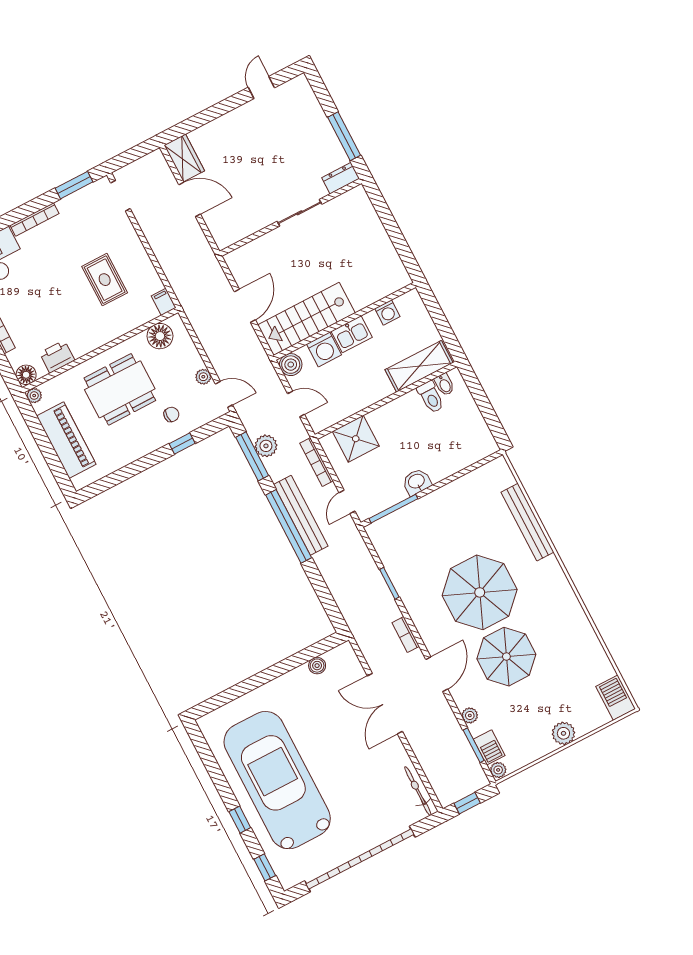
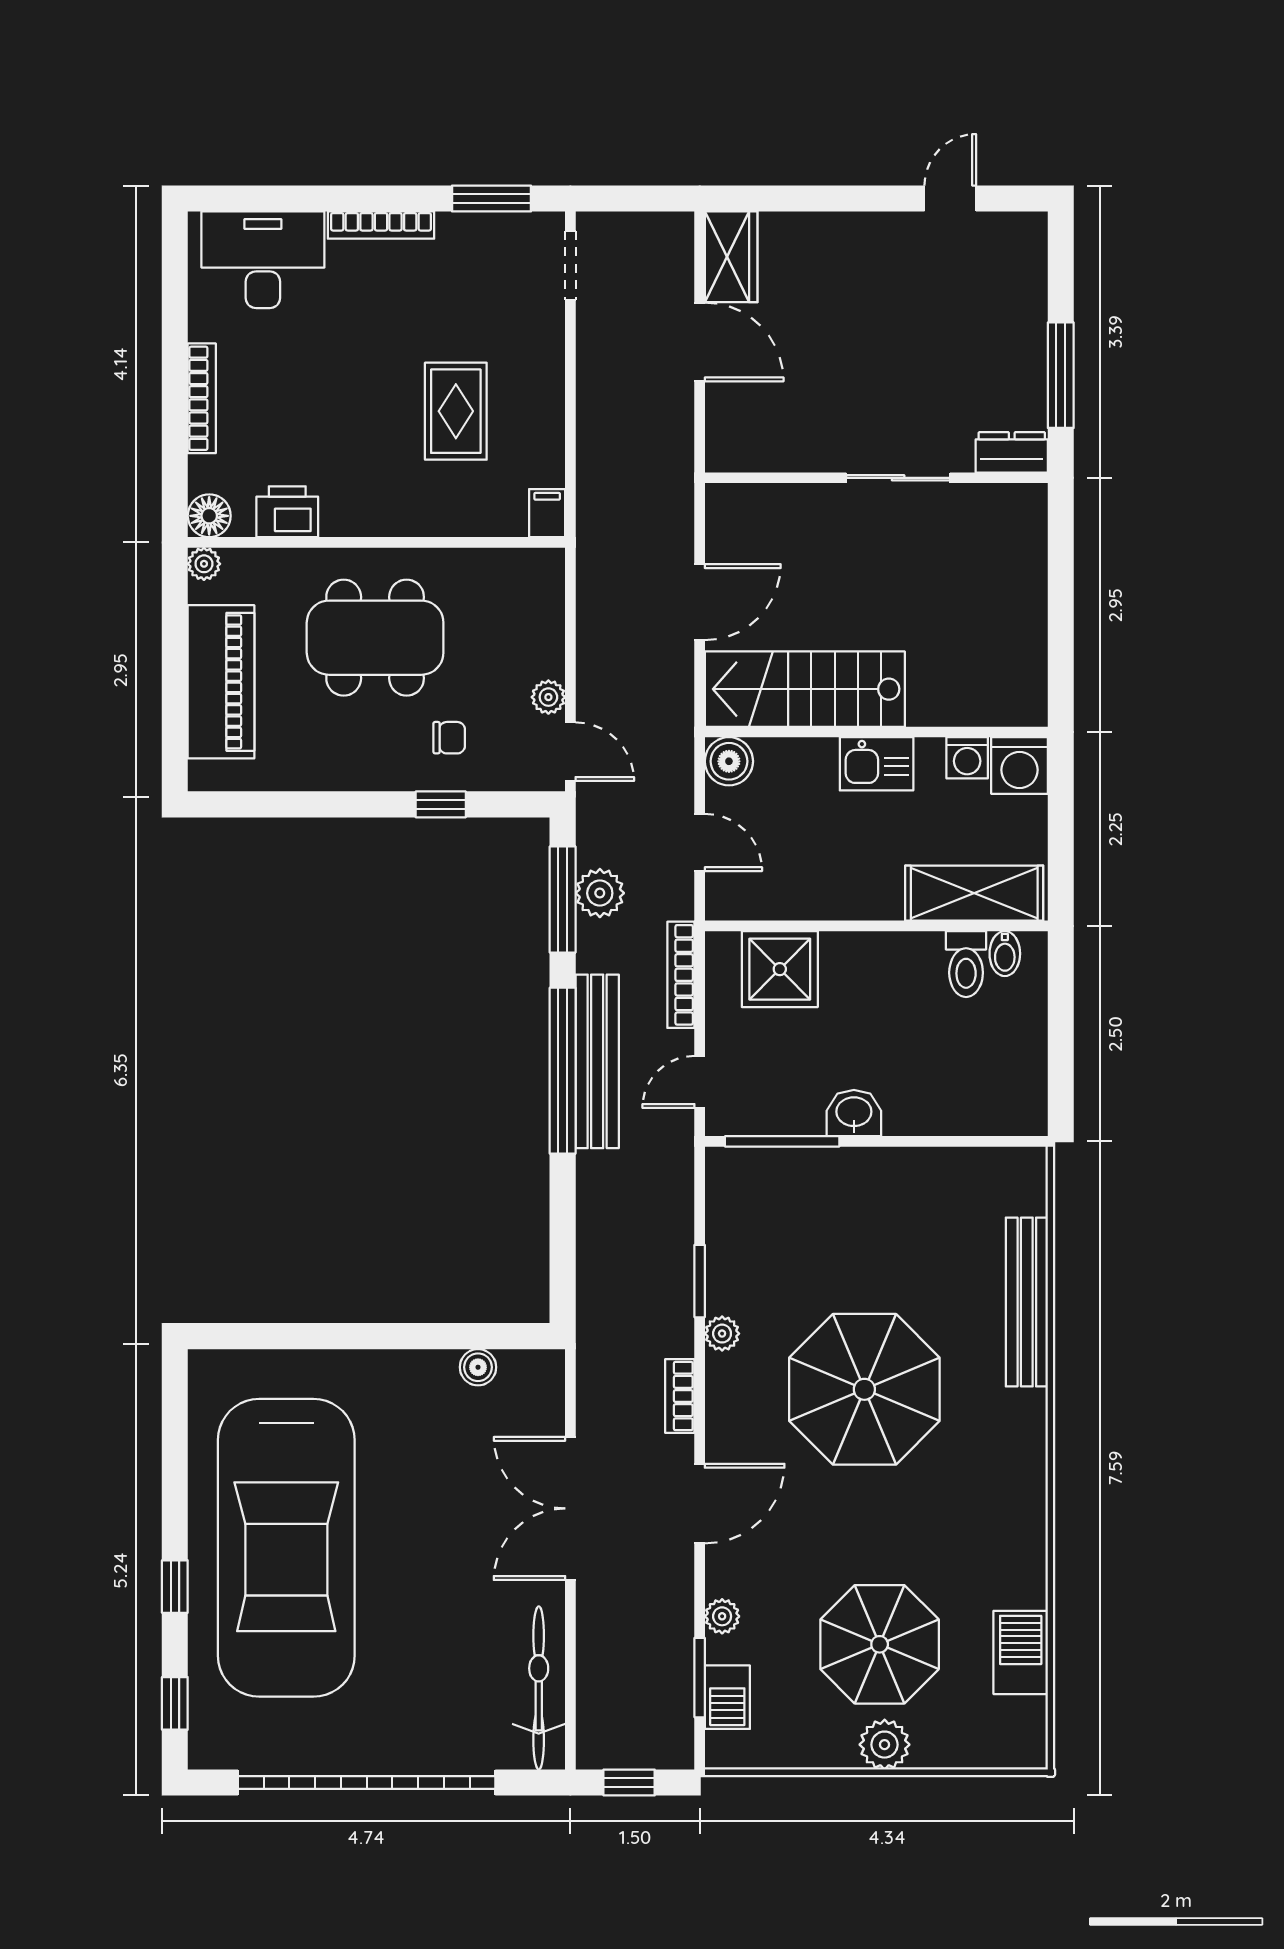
floor lamp: (160, 336) -> (506, 575), removed
washing machine: (324, 349) -> (1020, 765), moved
parasol: (506, 657) -> (880, 1644), moved
barbecue: (616, 698) -> (1021, 1652), moved
plant: (498, 770) -> (722, 1334), moved
car: (277, 780) -> (286, 1548), turned 180
bicycle: (418, 791) -> (539, 1688), width x1.37, depth x1.40

